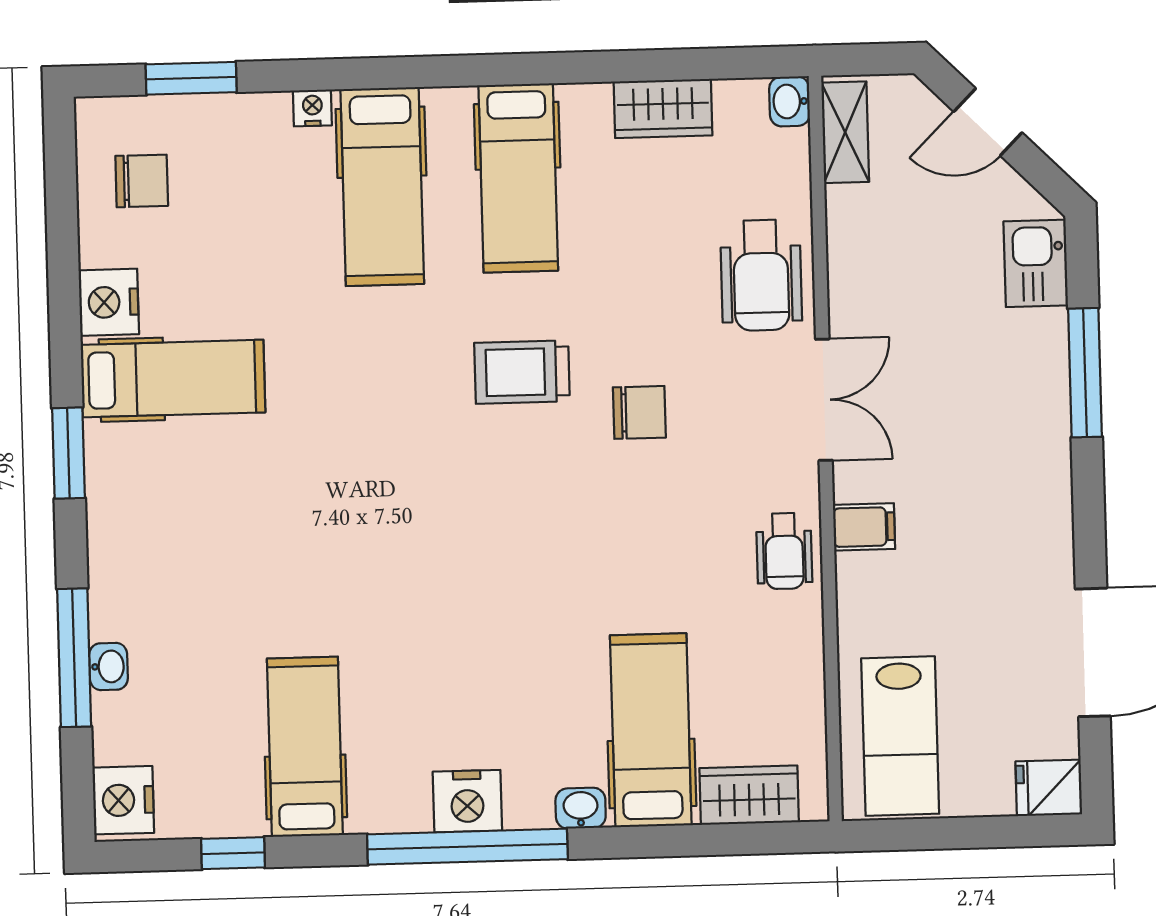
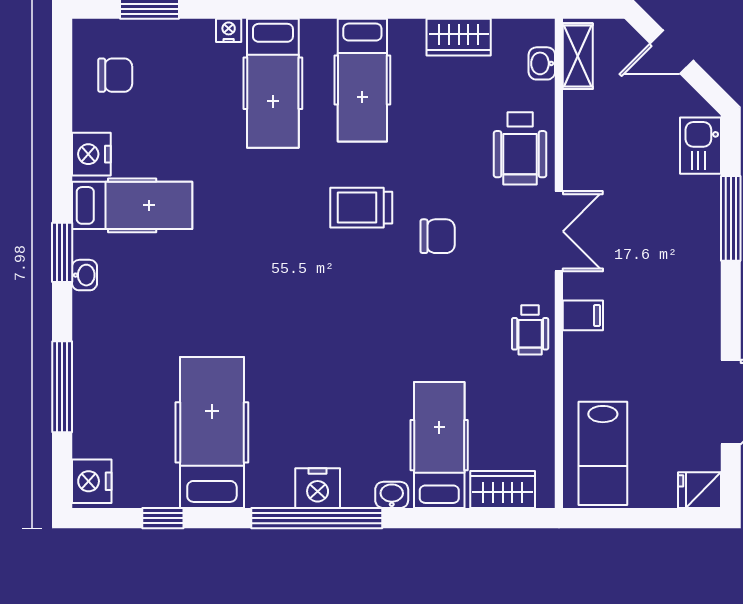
washbasin: (790, 101) -> (542, 63), moved
washbasin: (109, 666) -> (84, 275), moved
hospital bed: (305, 747) -> (212, 432), width x1.37, depth x1.29

